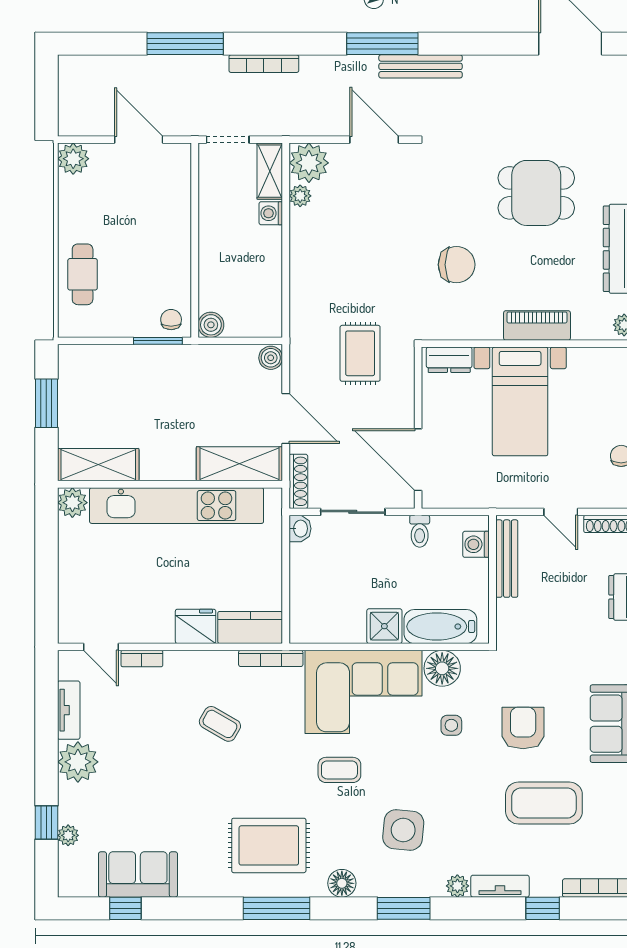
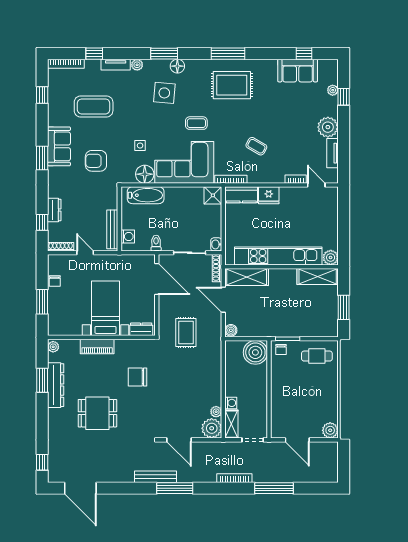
cafe table: (83, 274) -> (317, 356), moved, turned 90
boiler: (211, 325) -> (255, 352), width x1.86, depth x1.86
shower: (384, 626) -> (213, 195), moved
armchair: (523, 728) -> (96, 161), moved, turned 90
floor lamp: (342, 883) -> (177, 66), moved

